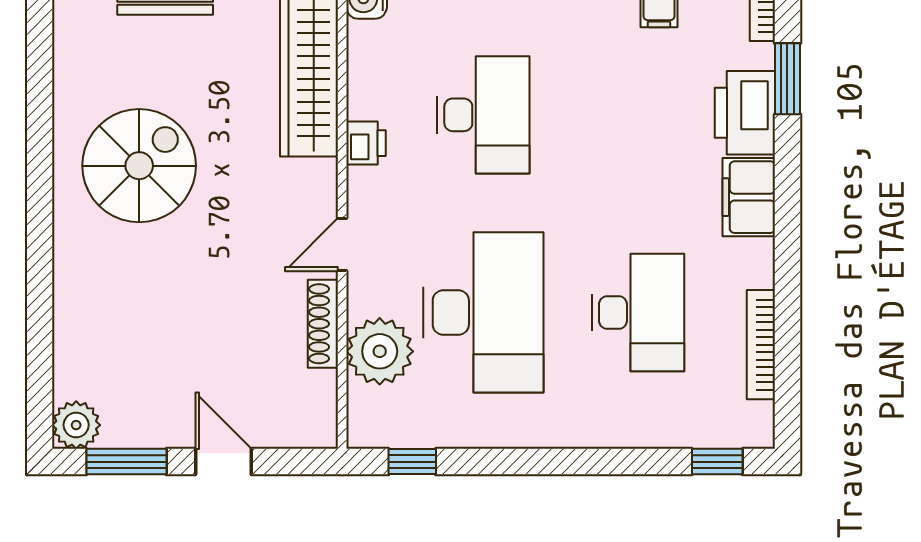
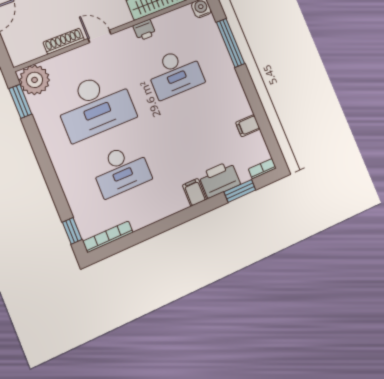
filing cabinet: (749, 197) -> (194, 192), width x0.50
bookcase: (761, 345) -> (108, 237), moved
plant: (380, 351) -> (35, 80), moved
window: (412, 462) -> (20, 101), width x1.50

